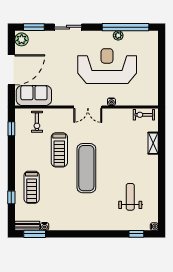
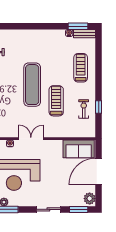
exercise bike: (37, 122) -> (84, 109), moved
window: (11, 129) -> (99, 107), moved
window: (11, 197) -> (99, 59), removed

